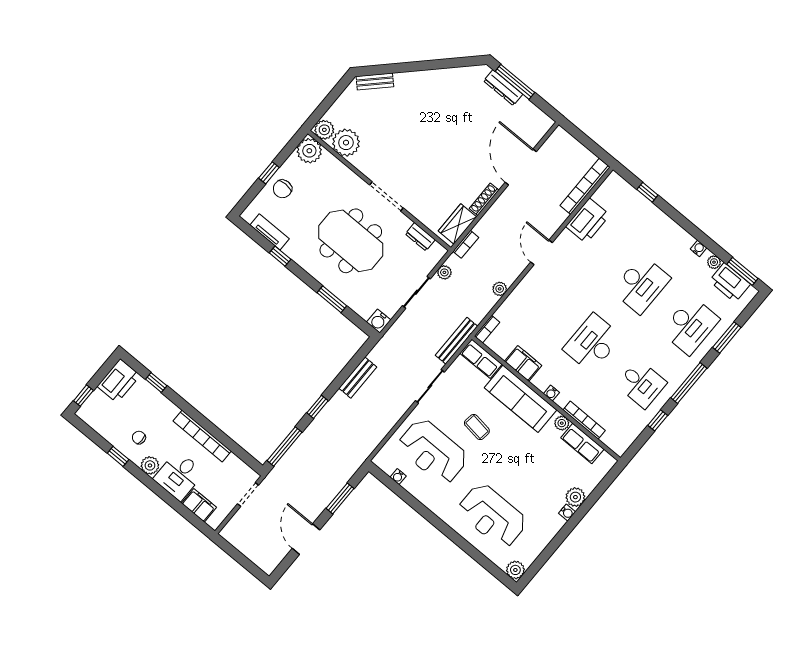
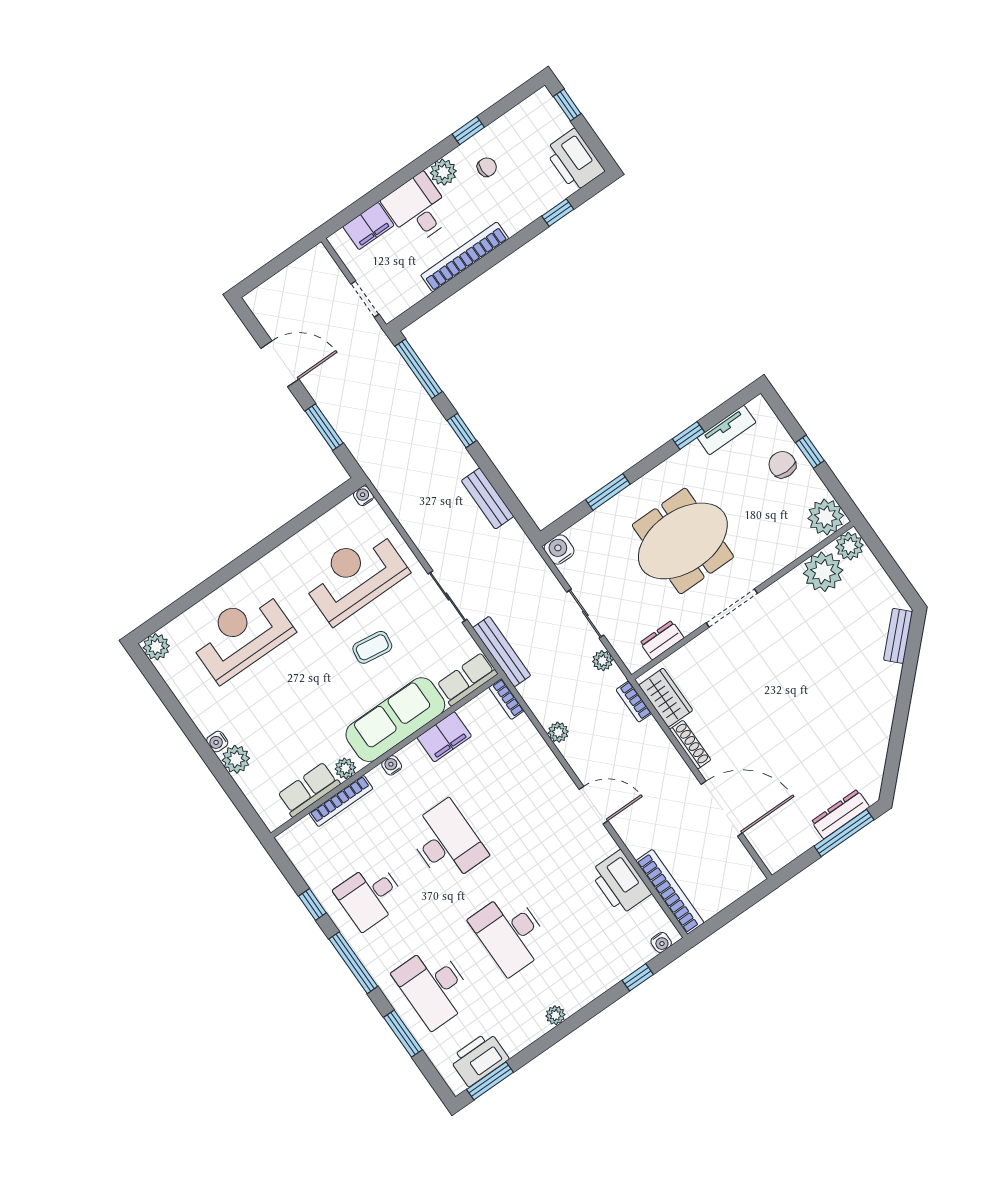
water cooler: (699, 248) -> (661, 942), moved
plant: (714, 262) -> (555, 1015), moved
water cooler: (398, 477) -> (363, 496), moved

